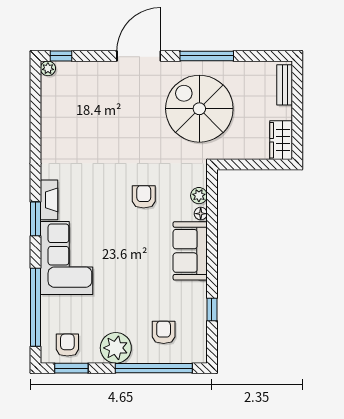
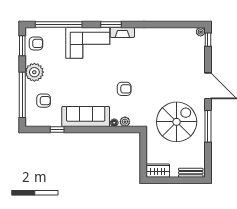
sofa: (190, 251) -> (86, 116), width x1.36

